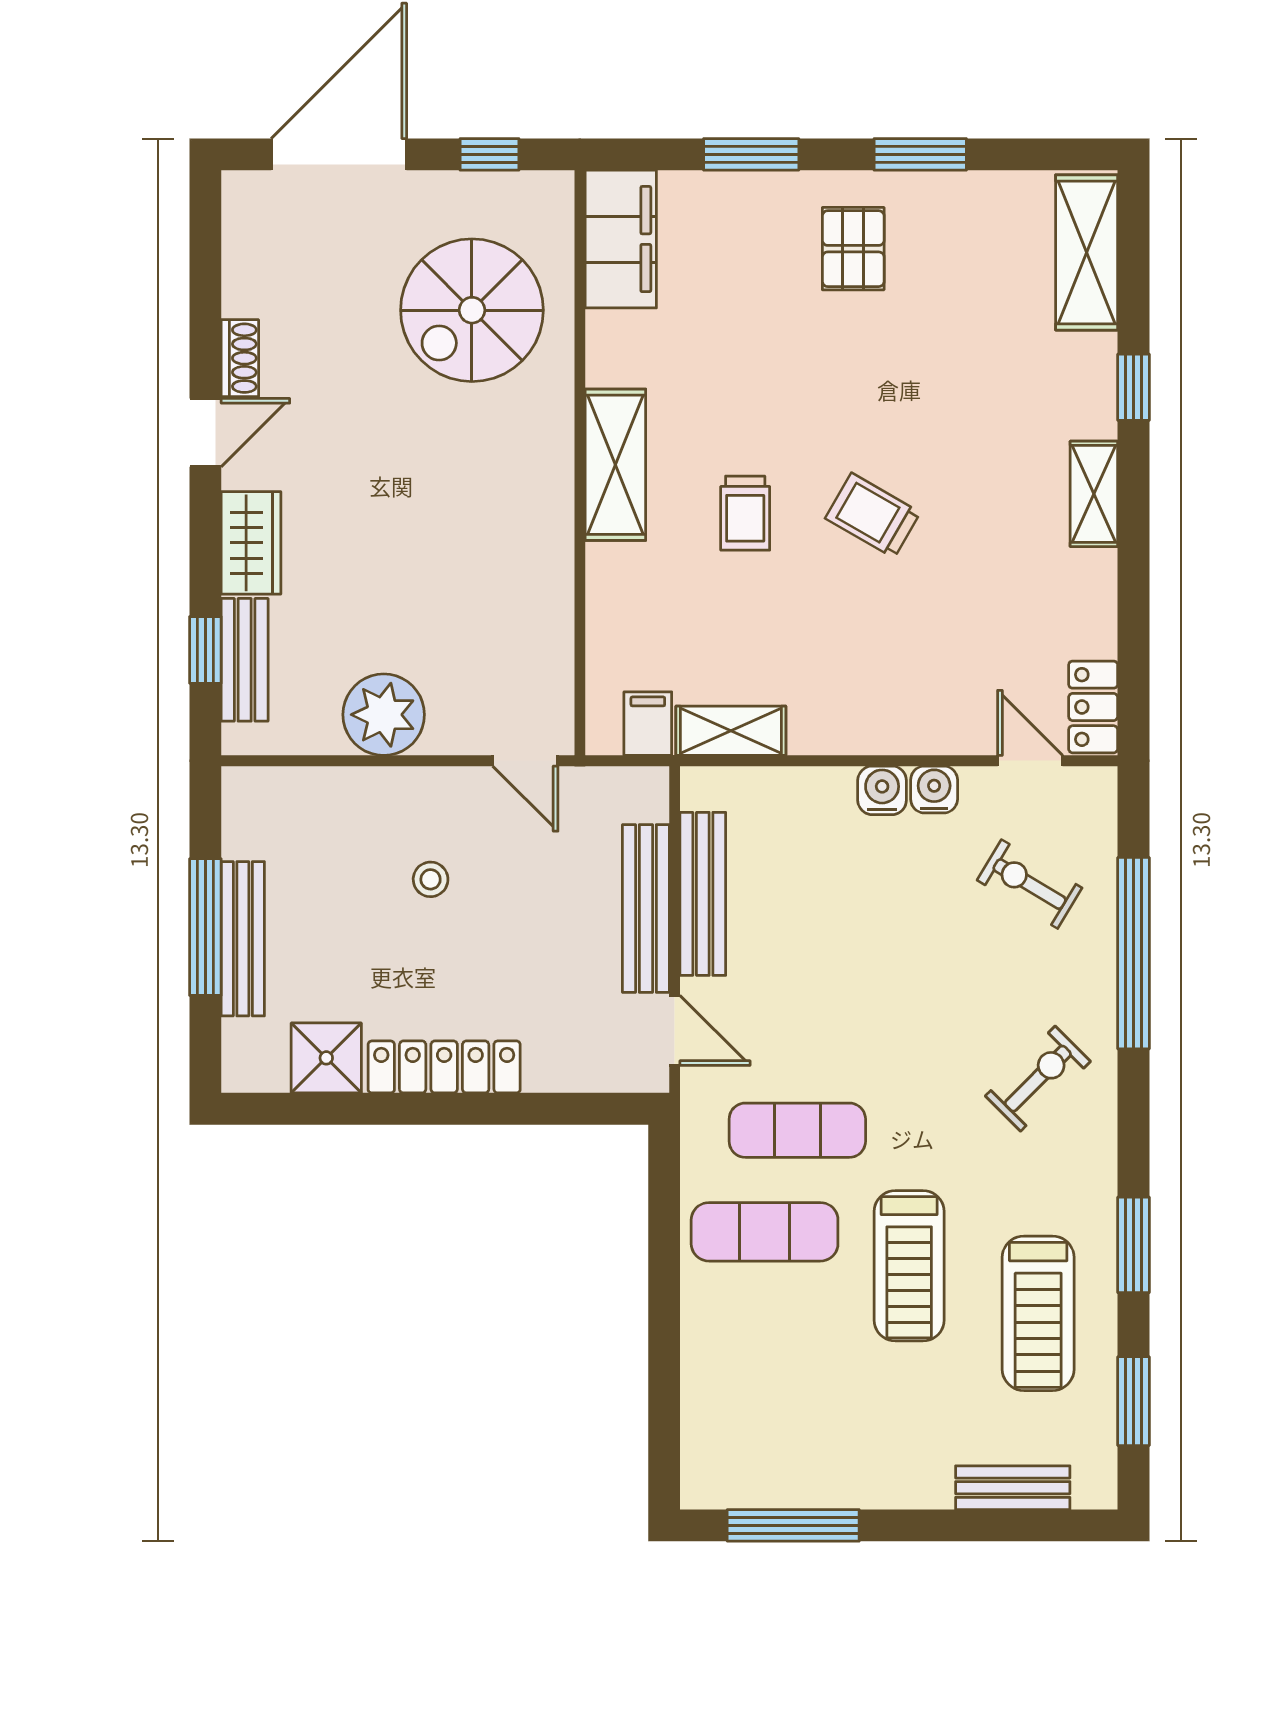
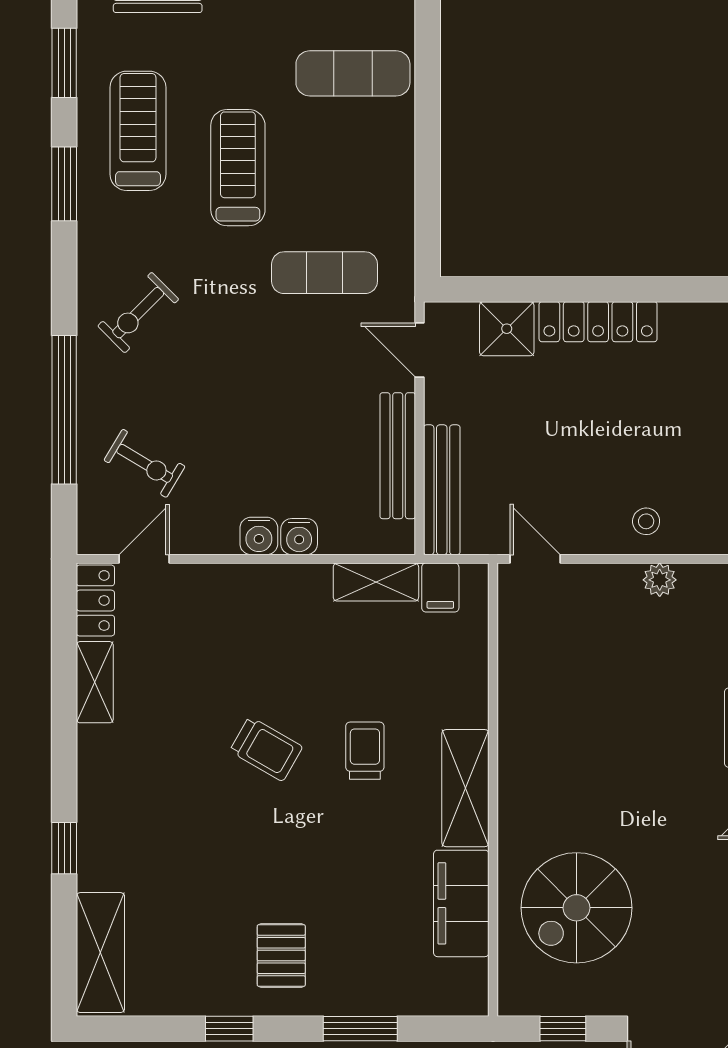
window: (920, 154) -> (229, 1029), width x0.67
filing cabinet: (621, 239) -> (461, 903), moved
spiral stairs: (472, 310) -> (576, 908), turned 180
shelving: (1094, 494) -> (95, 682), moved
plant: (384, 715) -> (660, 580), width x0.53, depth x0.53
door: (1030, 761) -> (144, 559), swing flipped
water cooler: (934, 789) -> (299, 537), moved
stool: (431, 879) -> (646, 521), moved
bench: (646, 908) -> (442, 490), moved
shower: (326, 1058) -> (507, 329), moved
exercise mat: (765, 1232) -> (353, 73), moved

